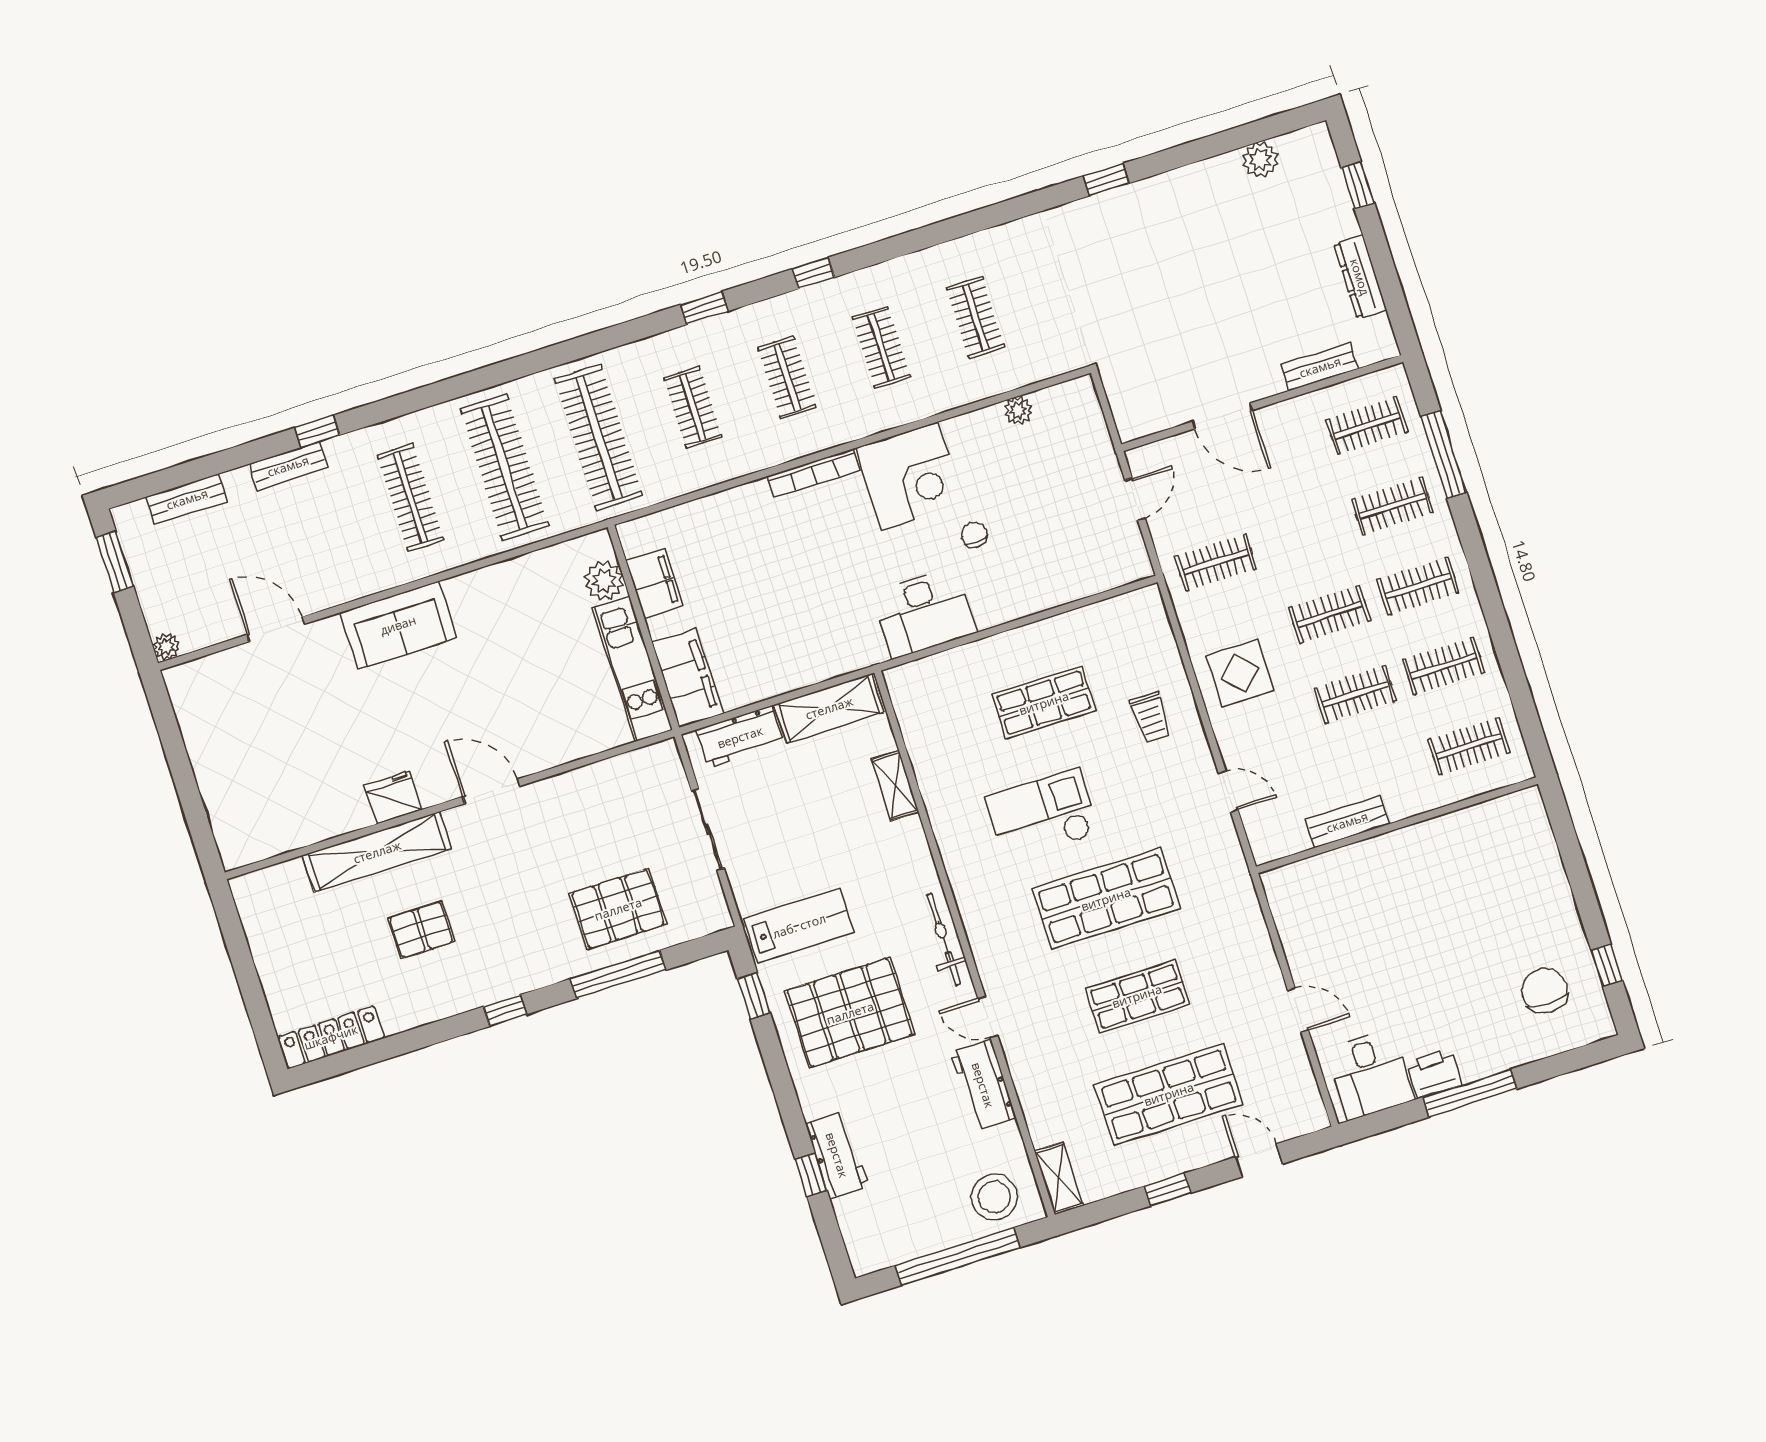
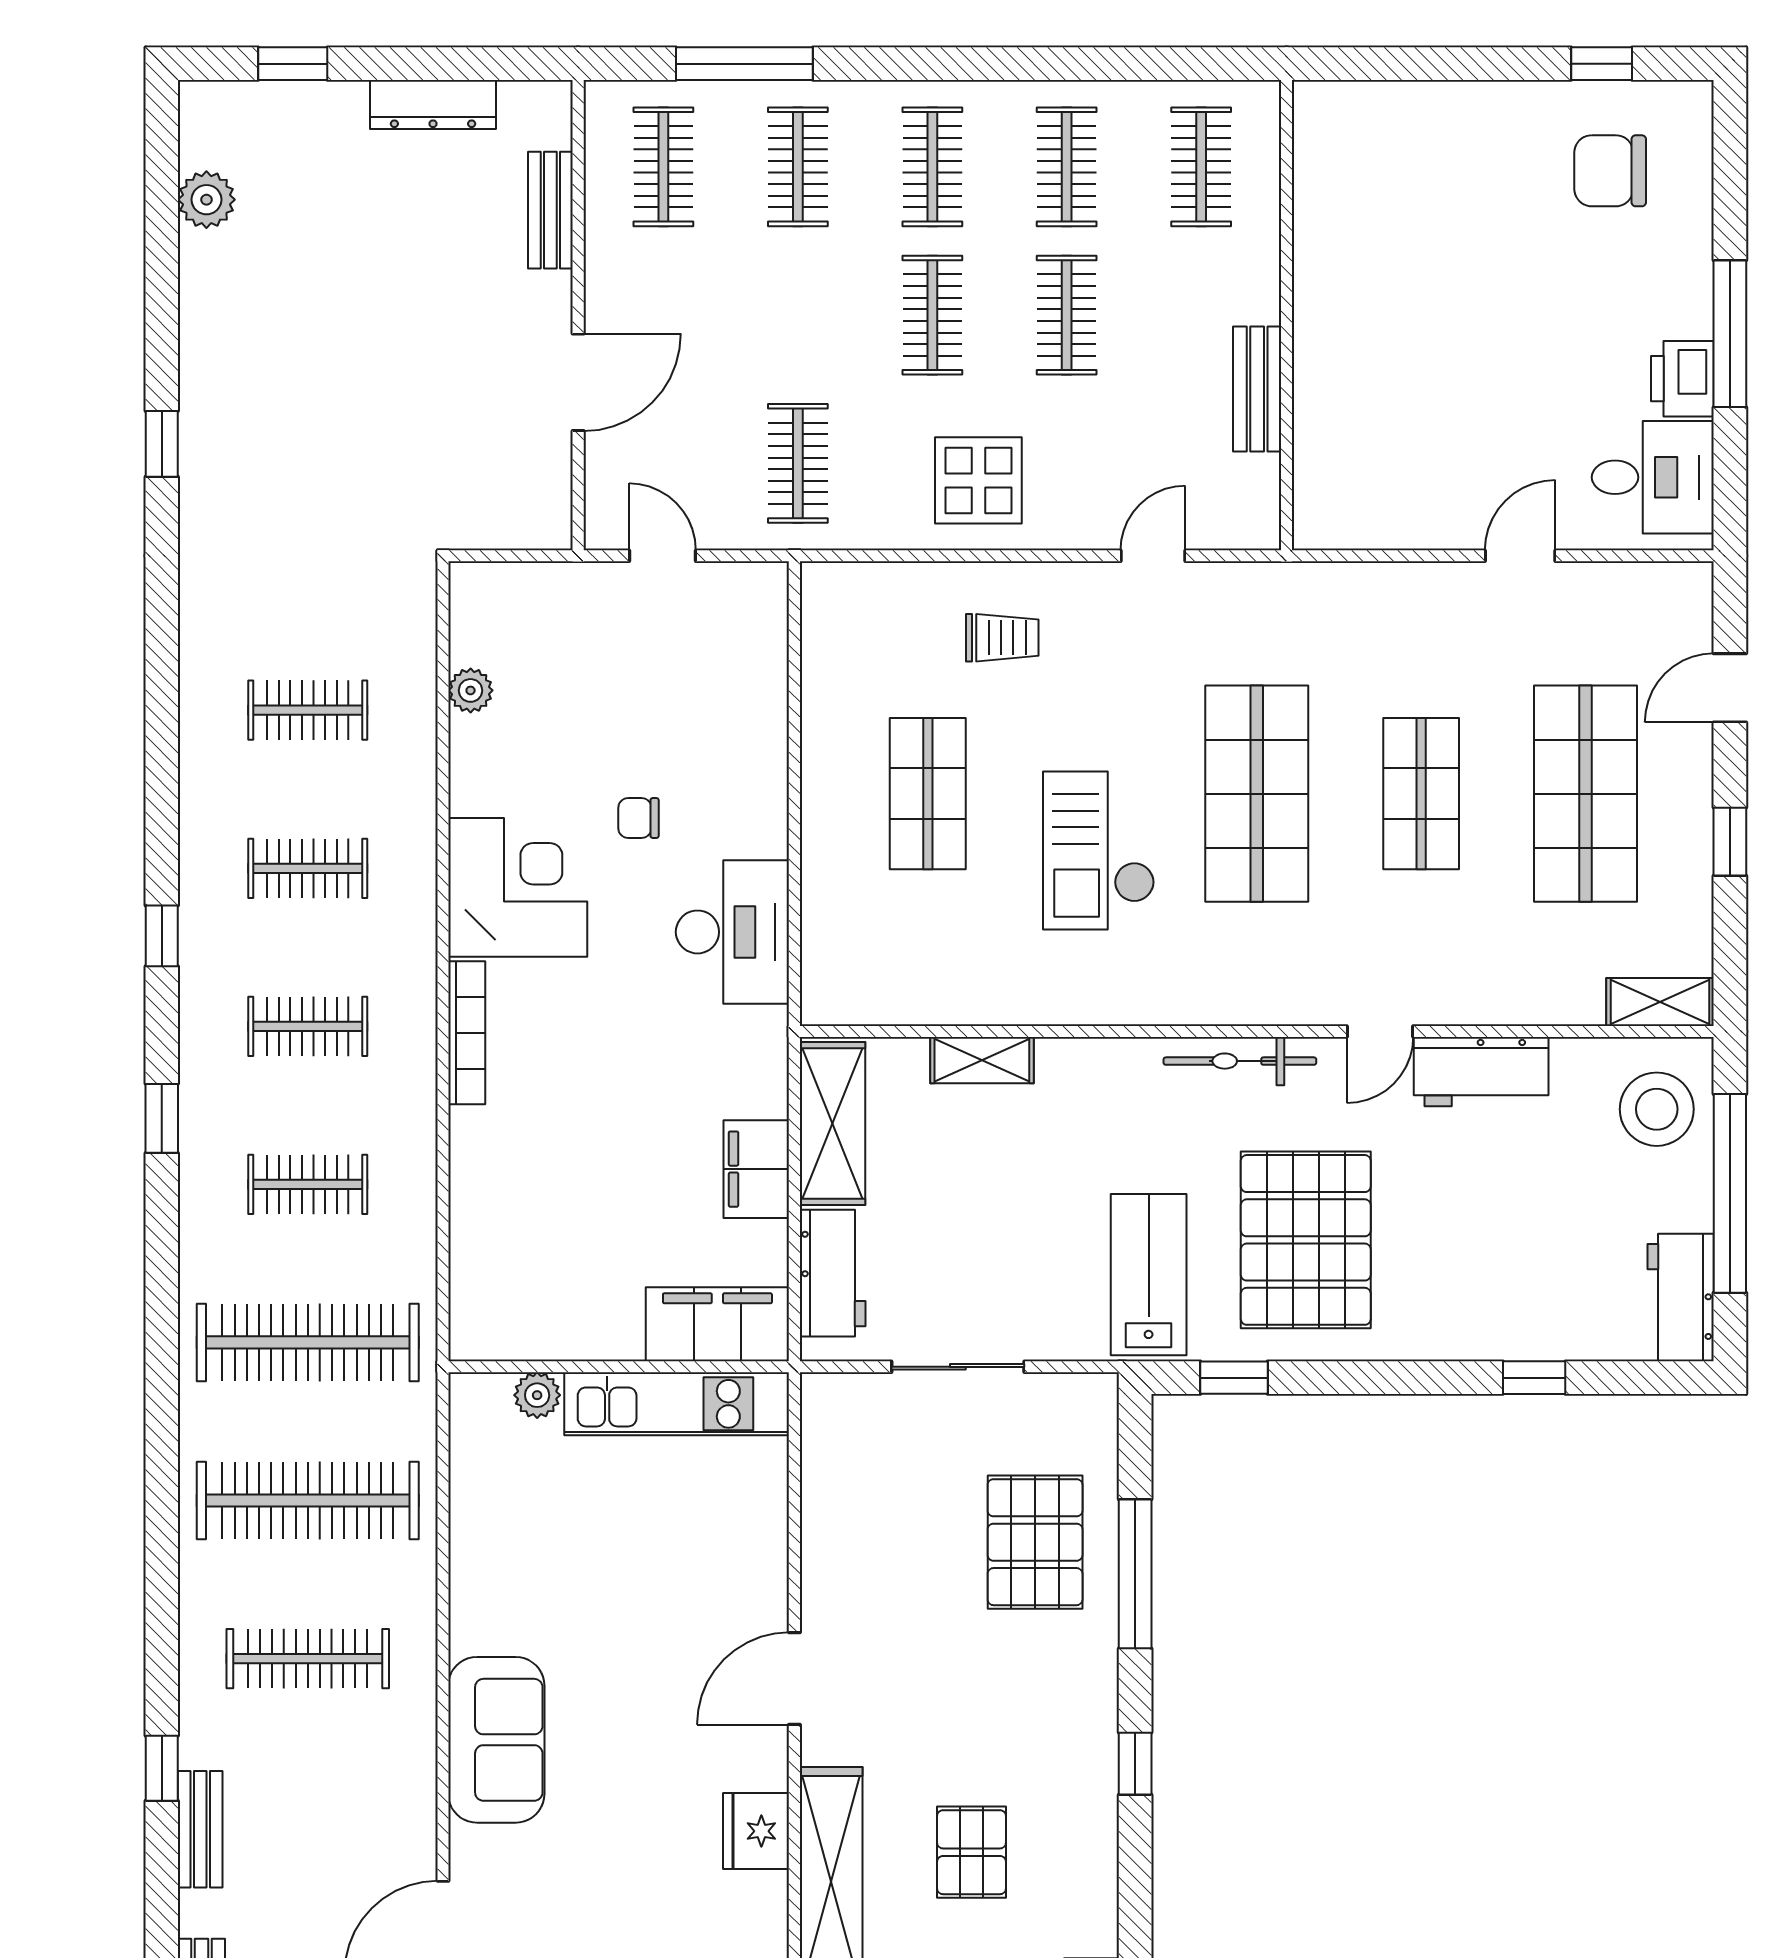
plant: (604, 581) -> (537, 1395), width x0.73, depth x0.73
filing cabinet: (654, 584) -> (756, 1169), moved, turned -90
workbench: (837, 1155) -> (1681, 1297), moved, turned -90

